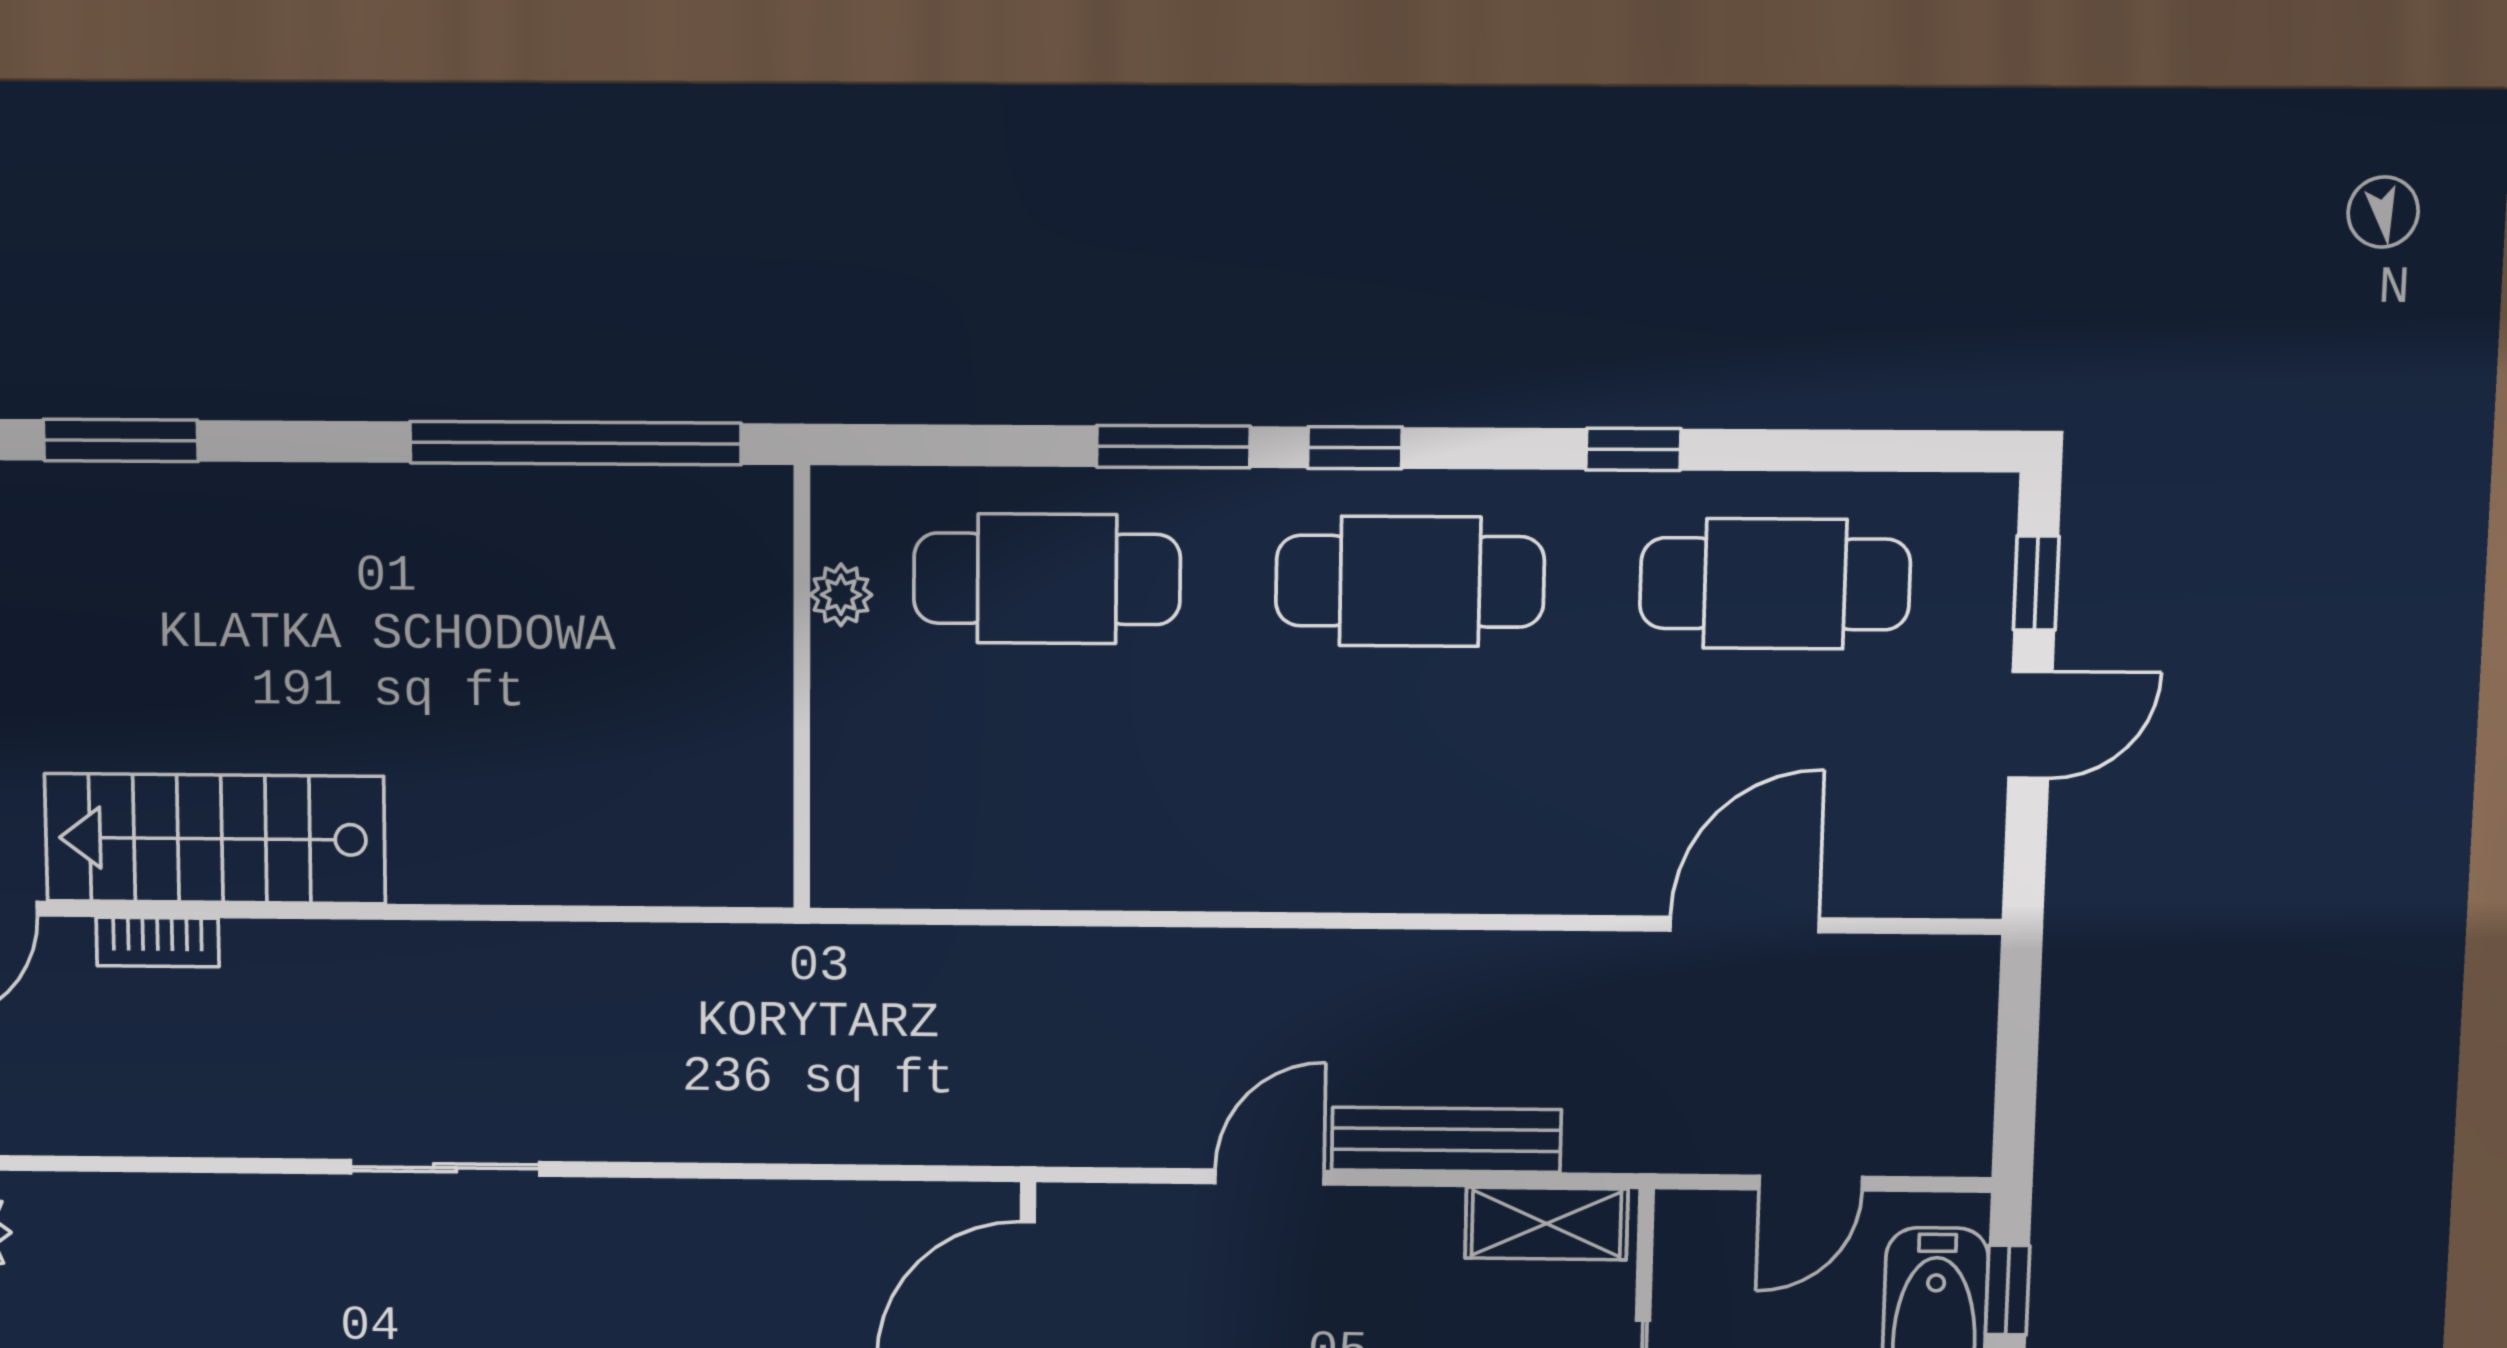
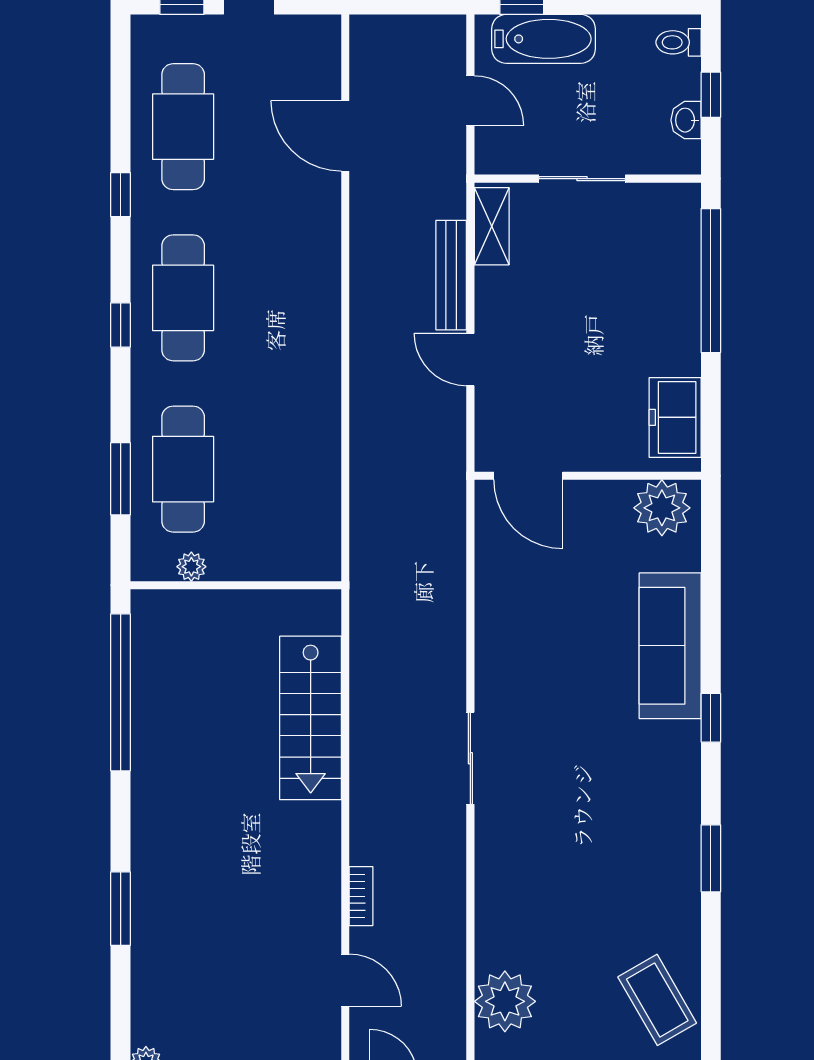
window: (1173, 447) -> (121, 479), moved
stairs: (215, 839) -> (311, 718), moved

